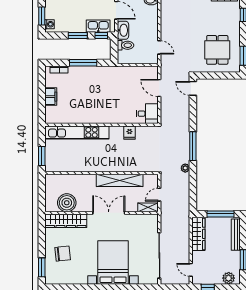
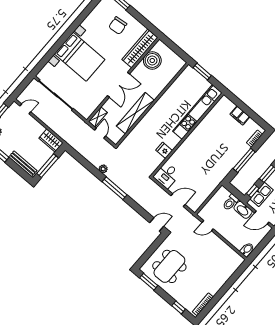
dining table: (217, 50) -> (169, 266), width x1.38
wardrobe: (198, 234) -> (51, 141), width x0.67

